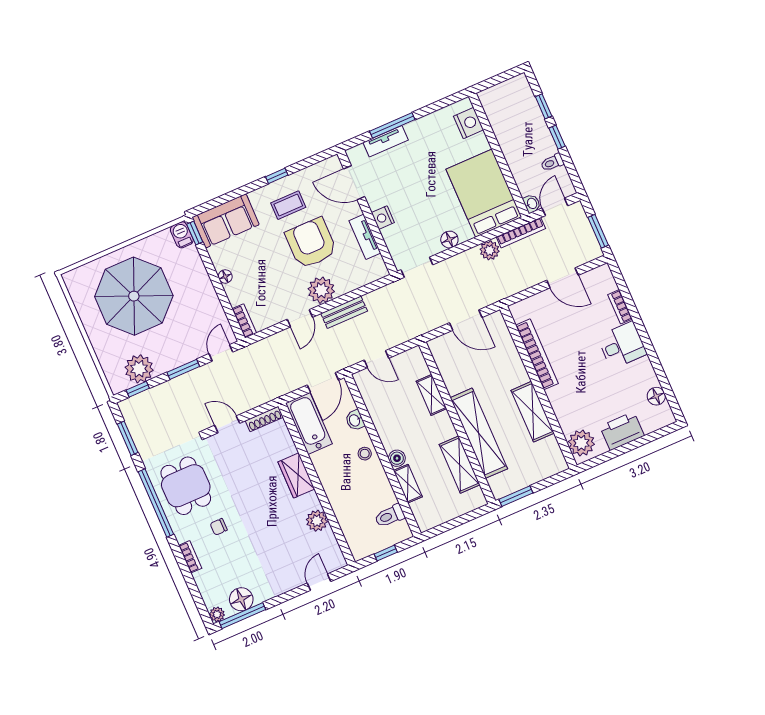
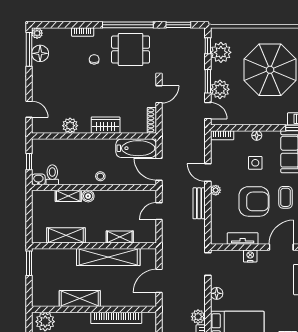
side table: (261, 263) -> (255, 163), added
plant: (321, 290) -> (216, 190), width x0.53, depth x0.53
plant: (187, 349) -> (220, 89), added
washbasin: (355, 420) -> (38, 179), moved
shelving: (479, 433) -> (108, 257), moved

